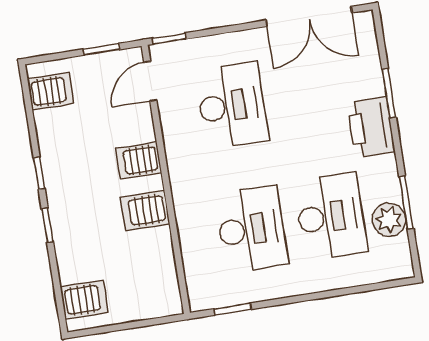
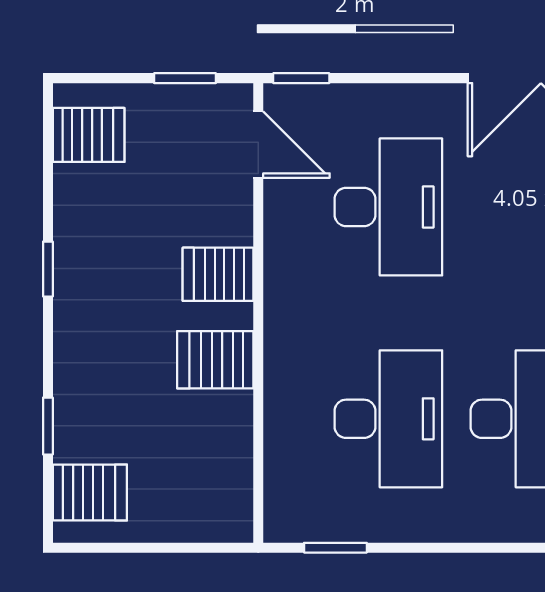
door: (150, 81) -> (258, 145), swing flipped
window: (47, 225) -> (48, 426), moved

